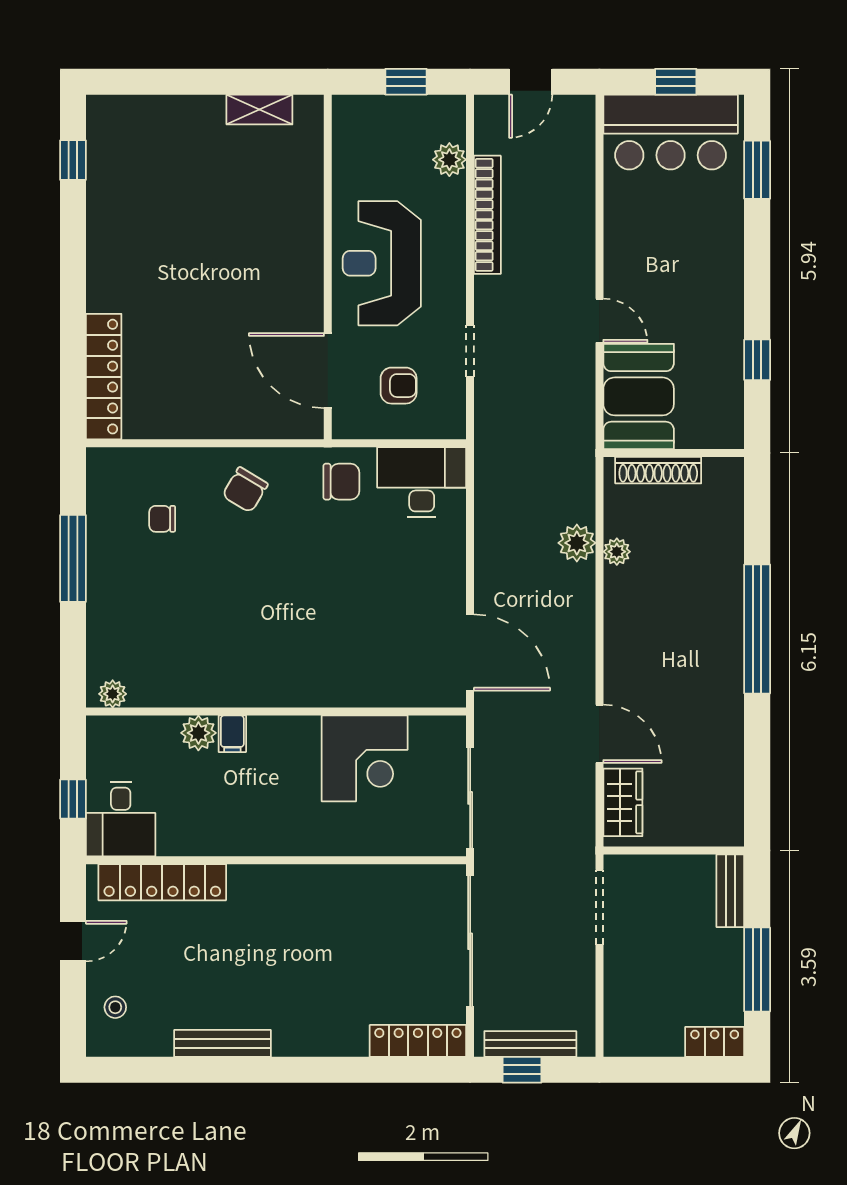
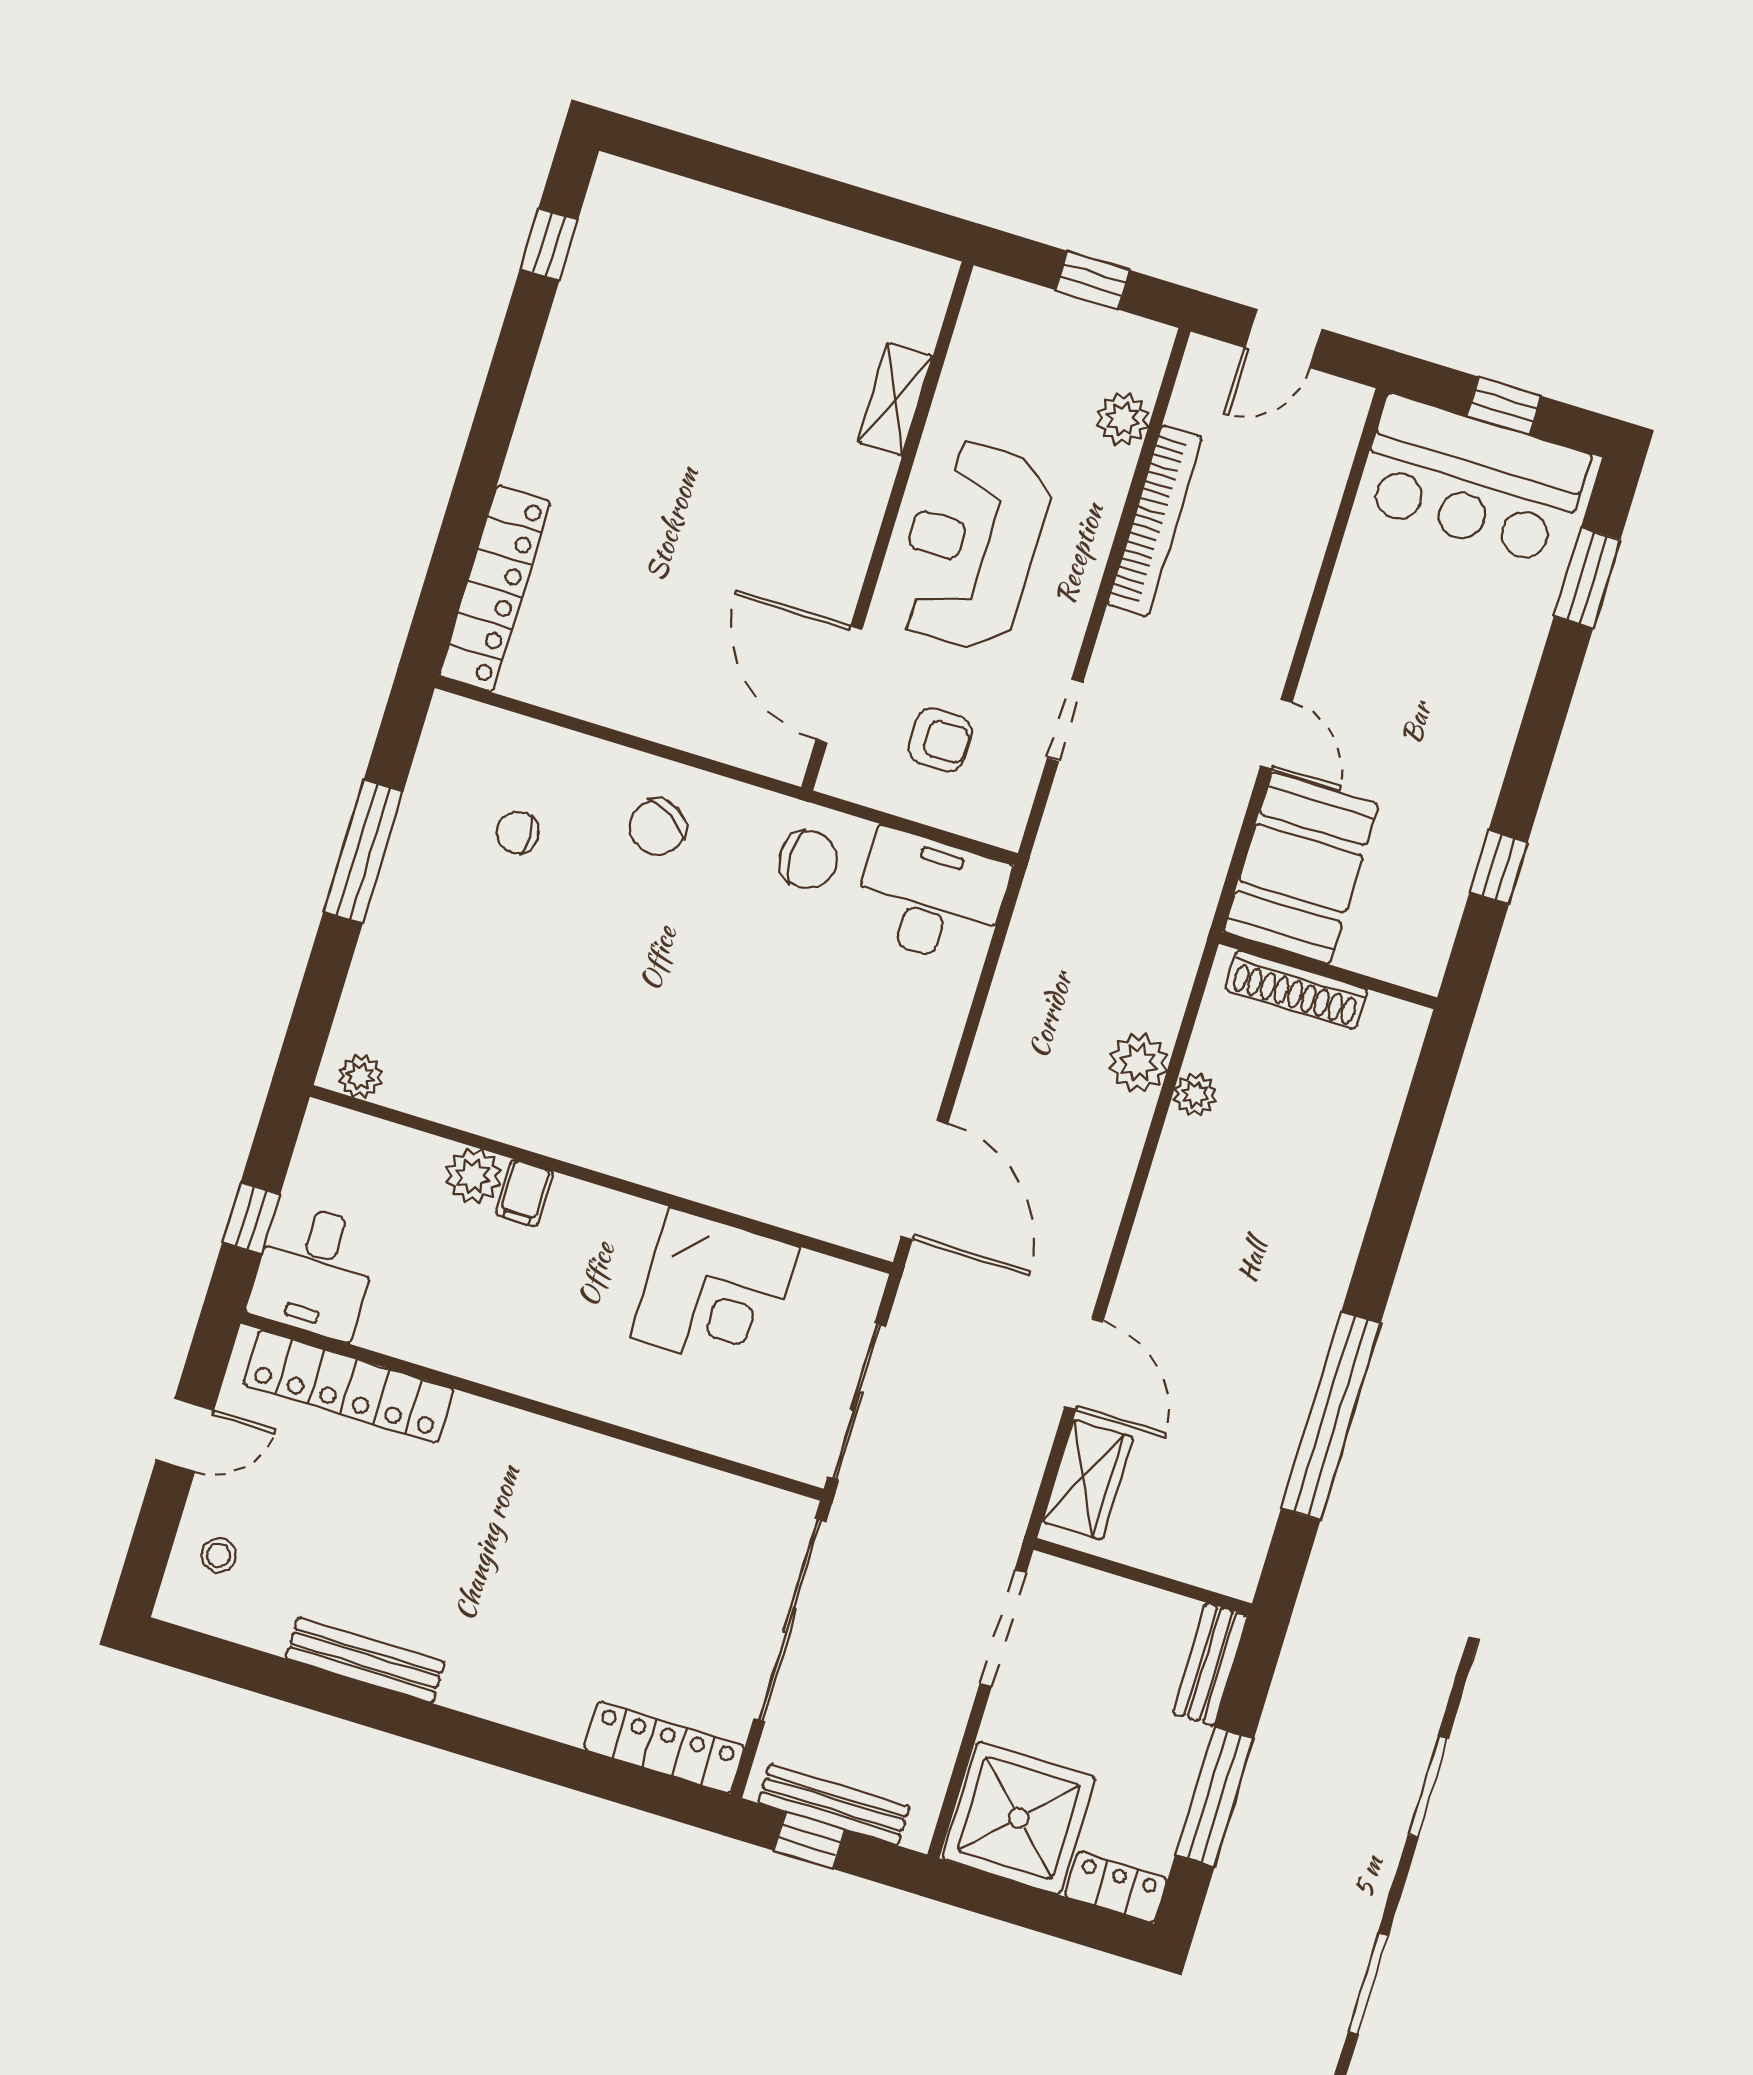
shelving: (259, 110) -> (895, 399), moved, turned 90
window: (757, 629) -> (1331, 1416), moved
shower: (644, 1018) -> (1019, 1818), added

